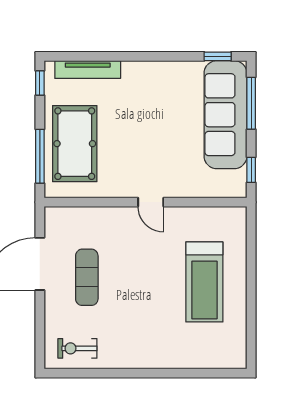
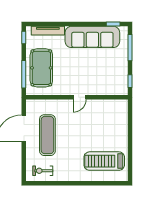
sofa: (225, 115) -> (92, 37), moved, turned -90
door: (151, 202) -> (80, 97), hinge flipped
exercise mat: (87, 277) -> (47, 135), width x1.36, depth x1.45
treadmill: (204, 282) -> (104, 161), moved, turned 90

